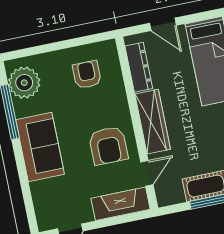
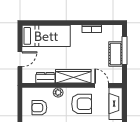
dresser: (139, 67) -> (45, 78), width x0.70
plant: (120, 101) -> (58, 92), added

